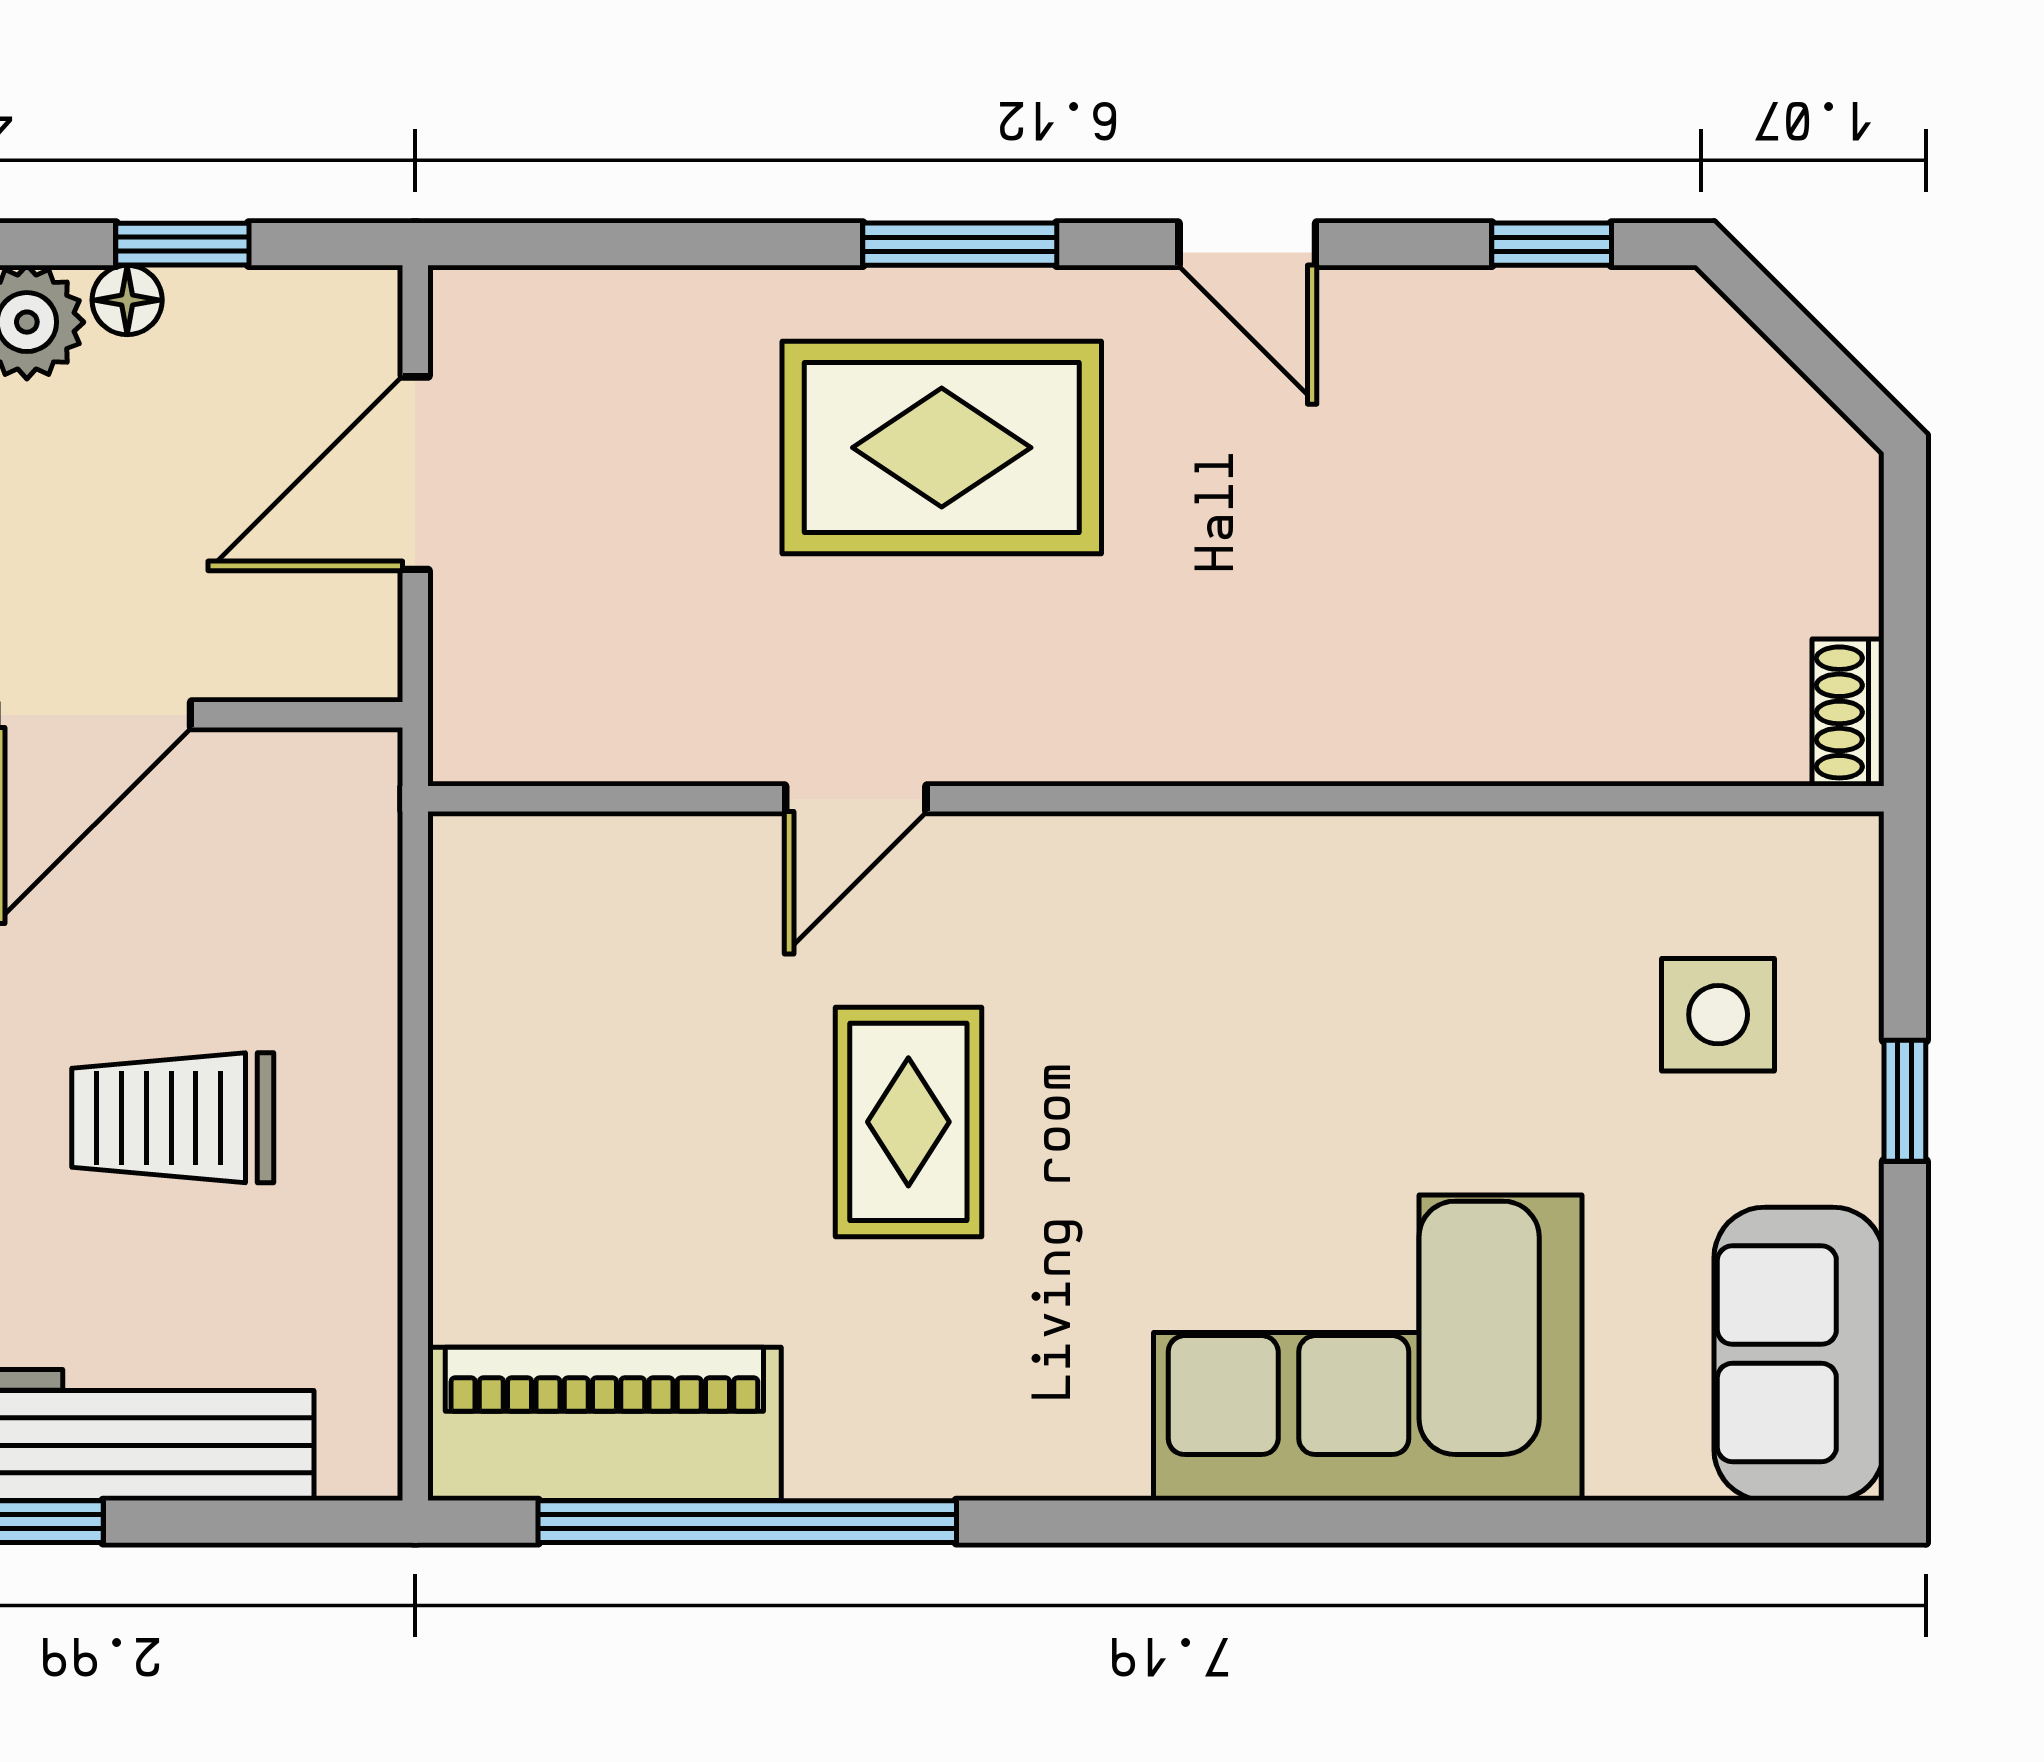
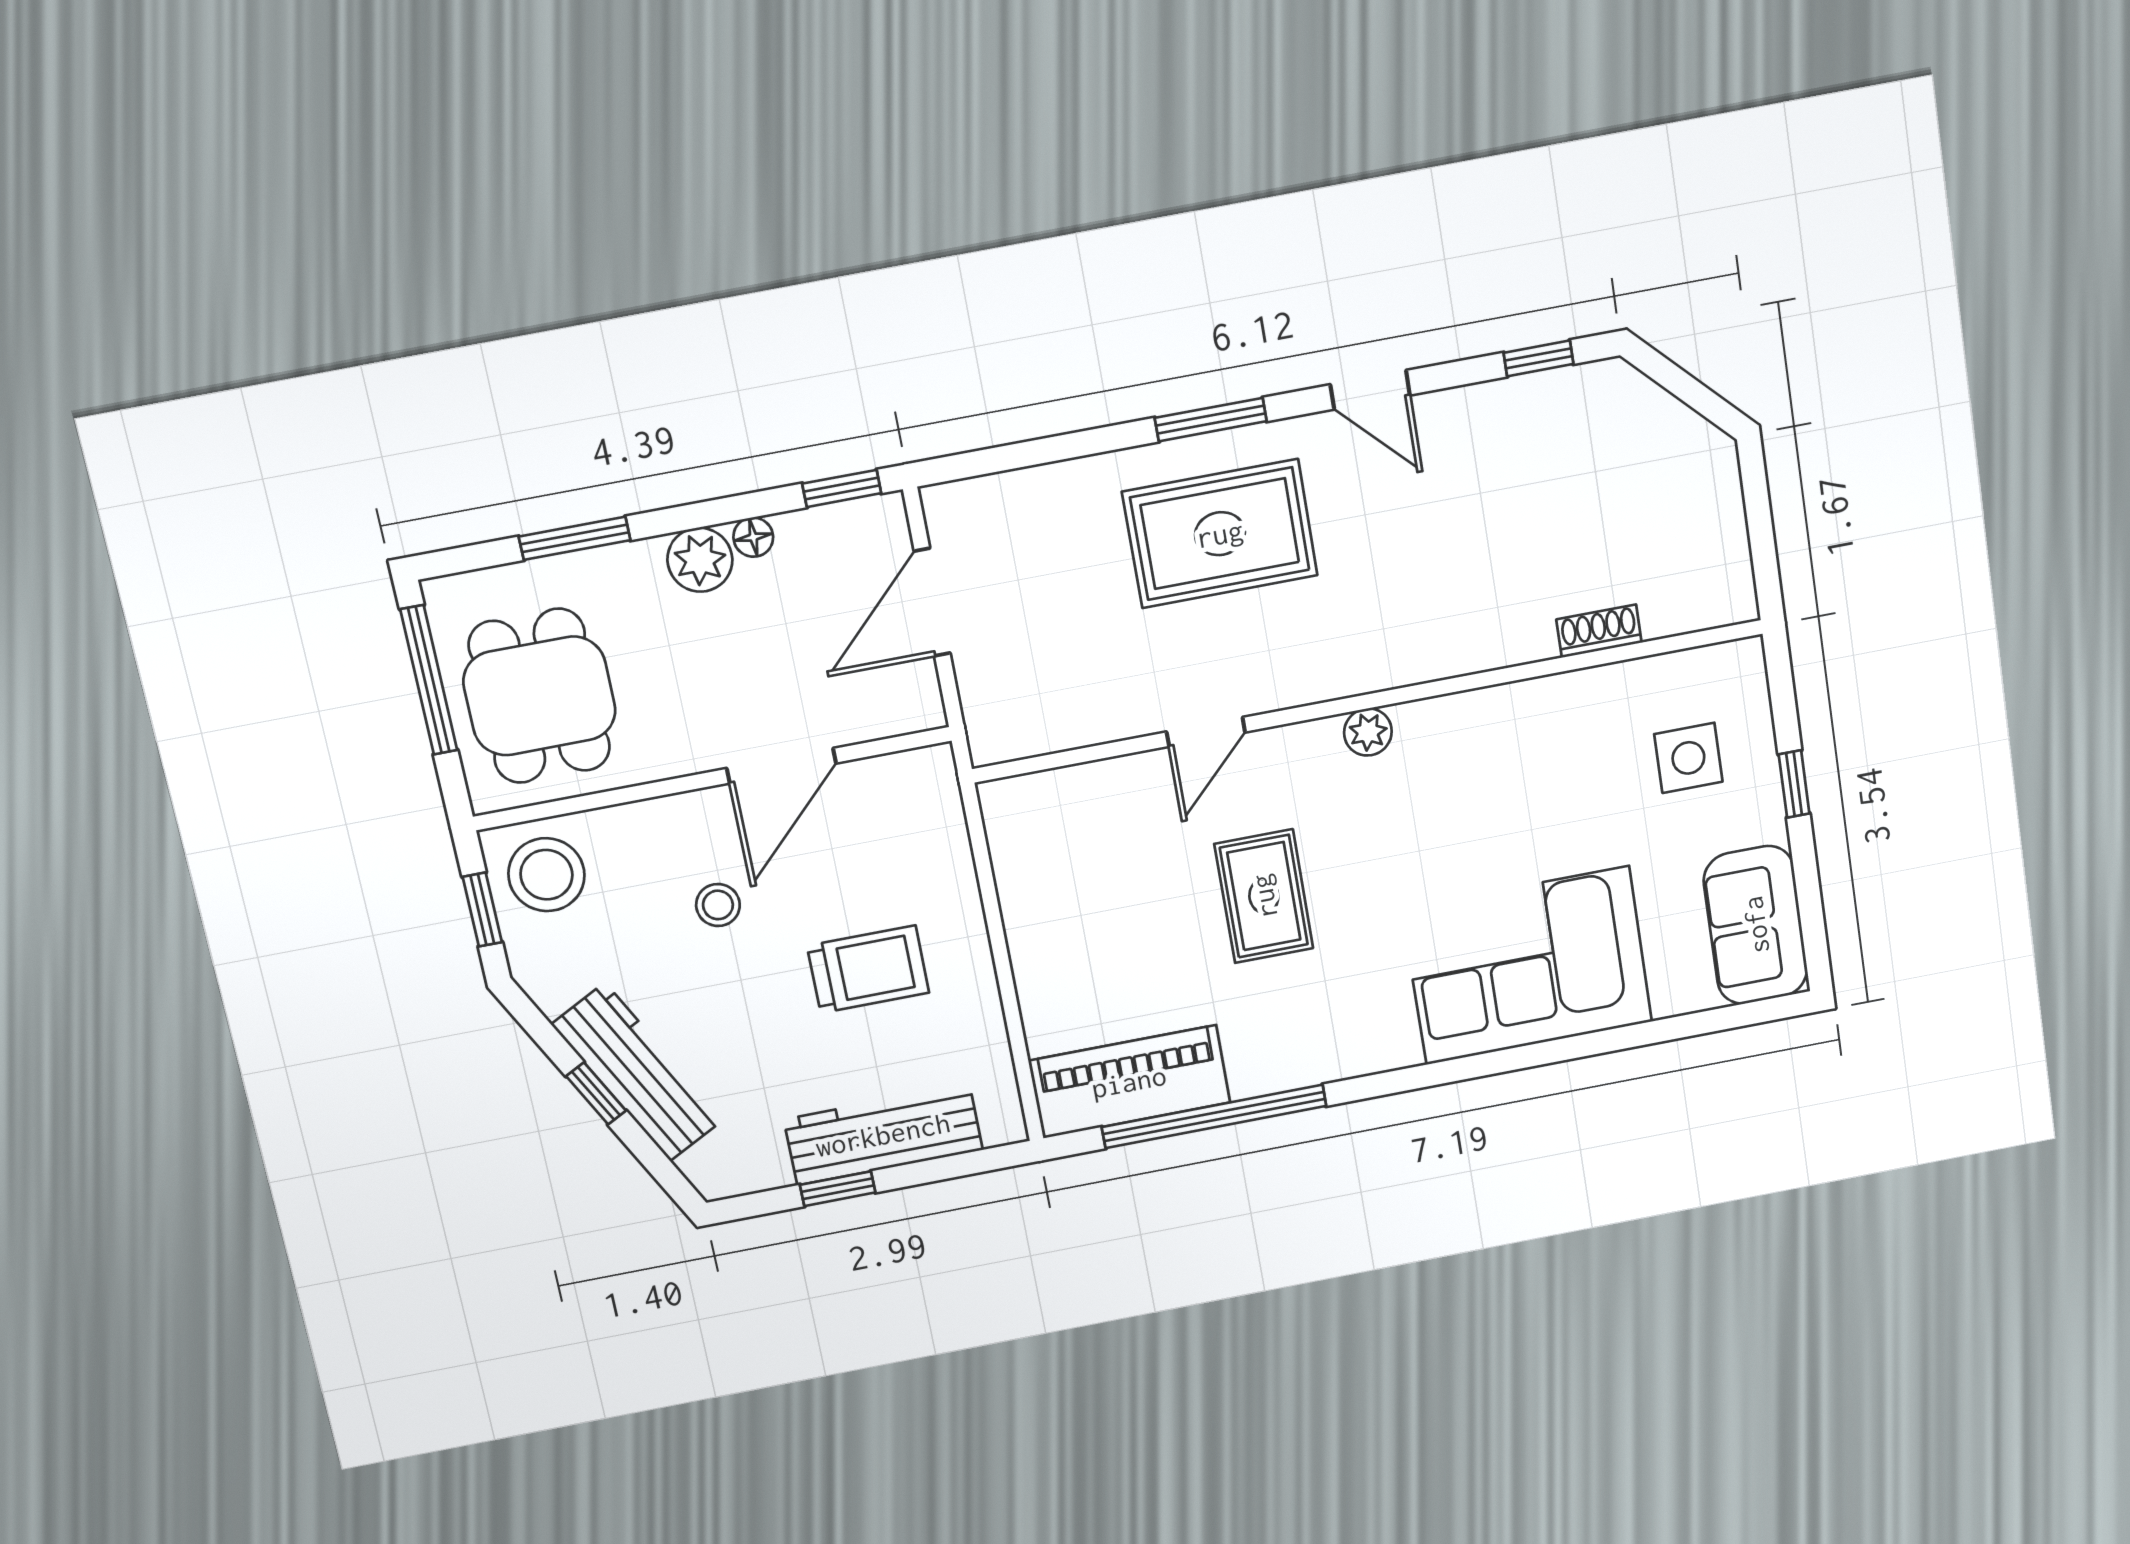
window: (182, 244) -> (842, 488), moved
shoe rack: (1848, 712) -> (1599, 631), moved, turned 90
plant: (1146, 855) -> (1368, 732), added
trolley: (173, 1118) -> (868, 969), turned 180

